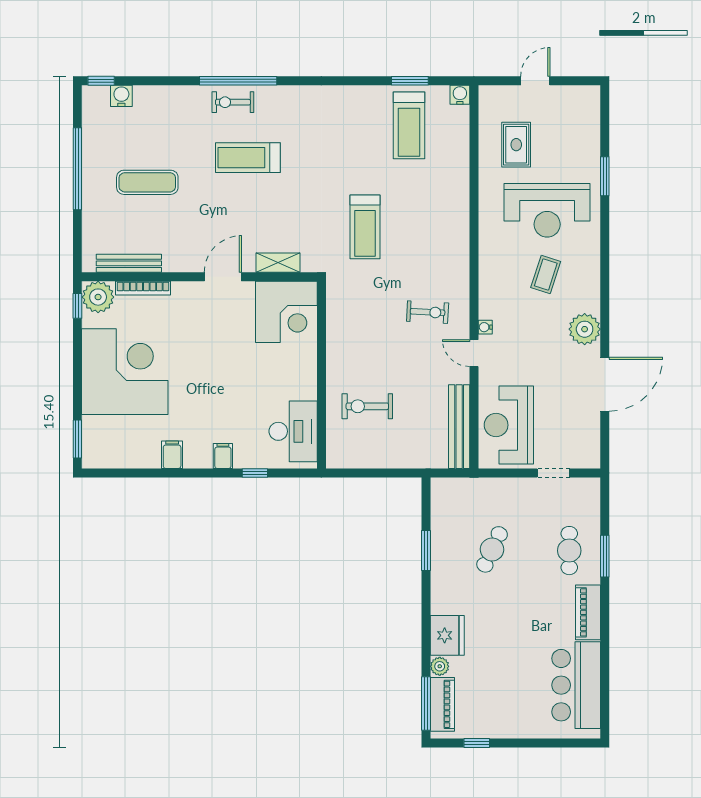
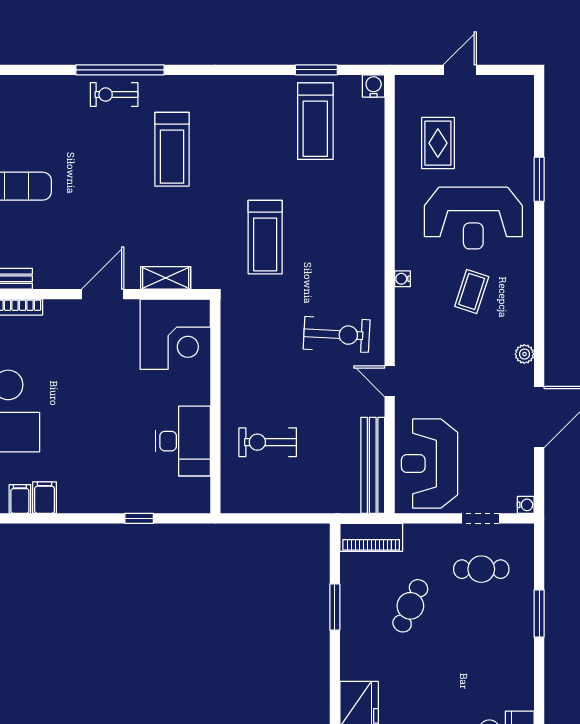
treadmill: (248, 158) -> (172, 149), moved, turned -90
exercise bike: (428, 312) -> (337, 334), width x1.38, depth x1.39
water cooler: (485, 327) -> (402, 279), moved
plant: (585, 329) -> (524, 354), width x0.53, depth x0.53
desk: (293, 431) -> (183, 441), moved
filing cabinet: (223, 456) -> (20, 499), moved
water cooler: (593, 461) -> (526, 505), added
cafe table: (569, 551) -> (481, 569), moved, turned 90
piano: (588, 612) -> (371, 537), moved, turned -90

